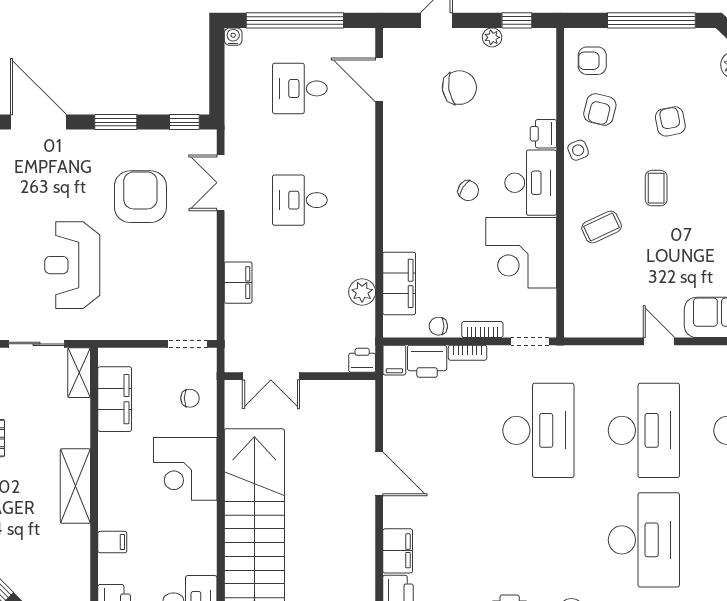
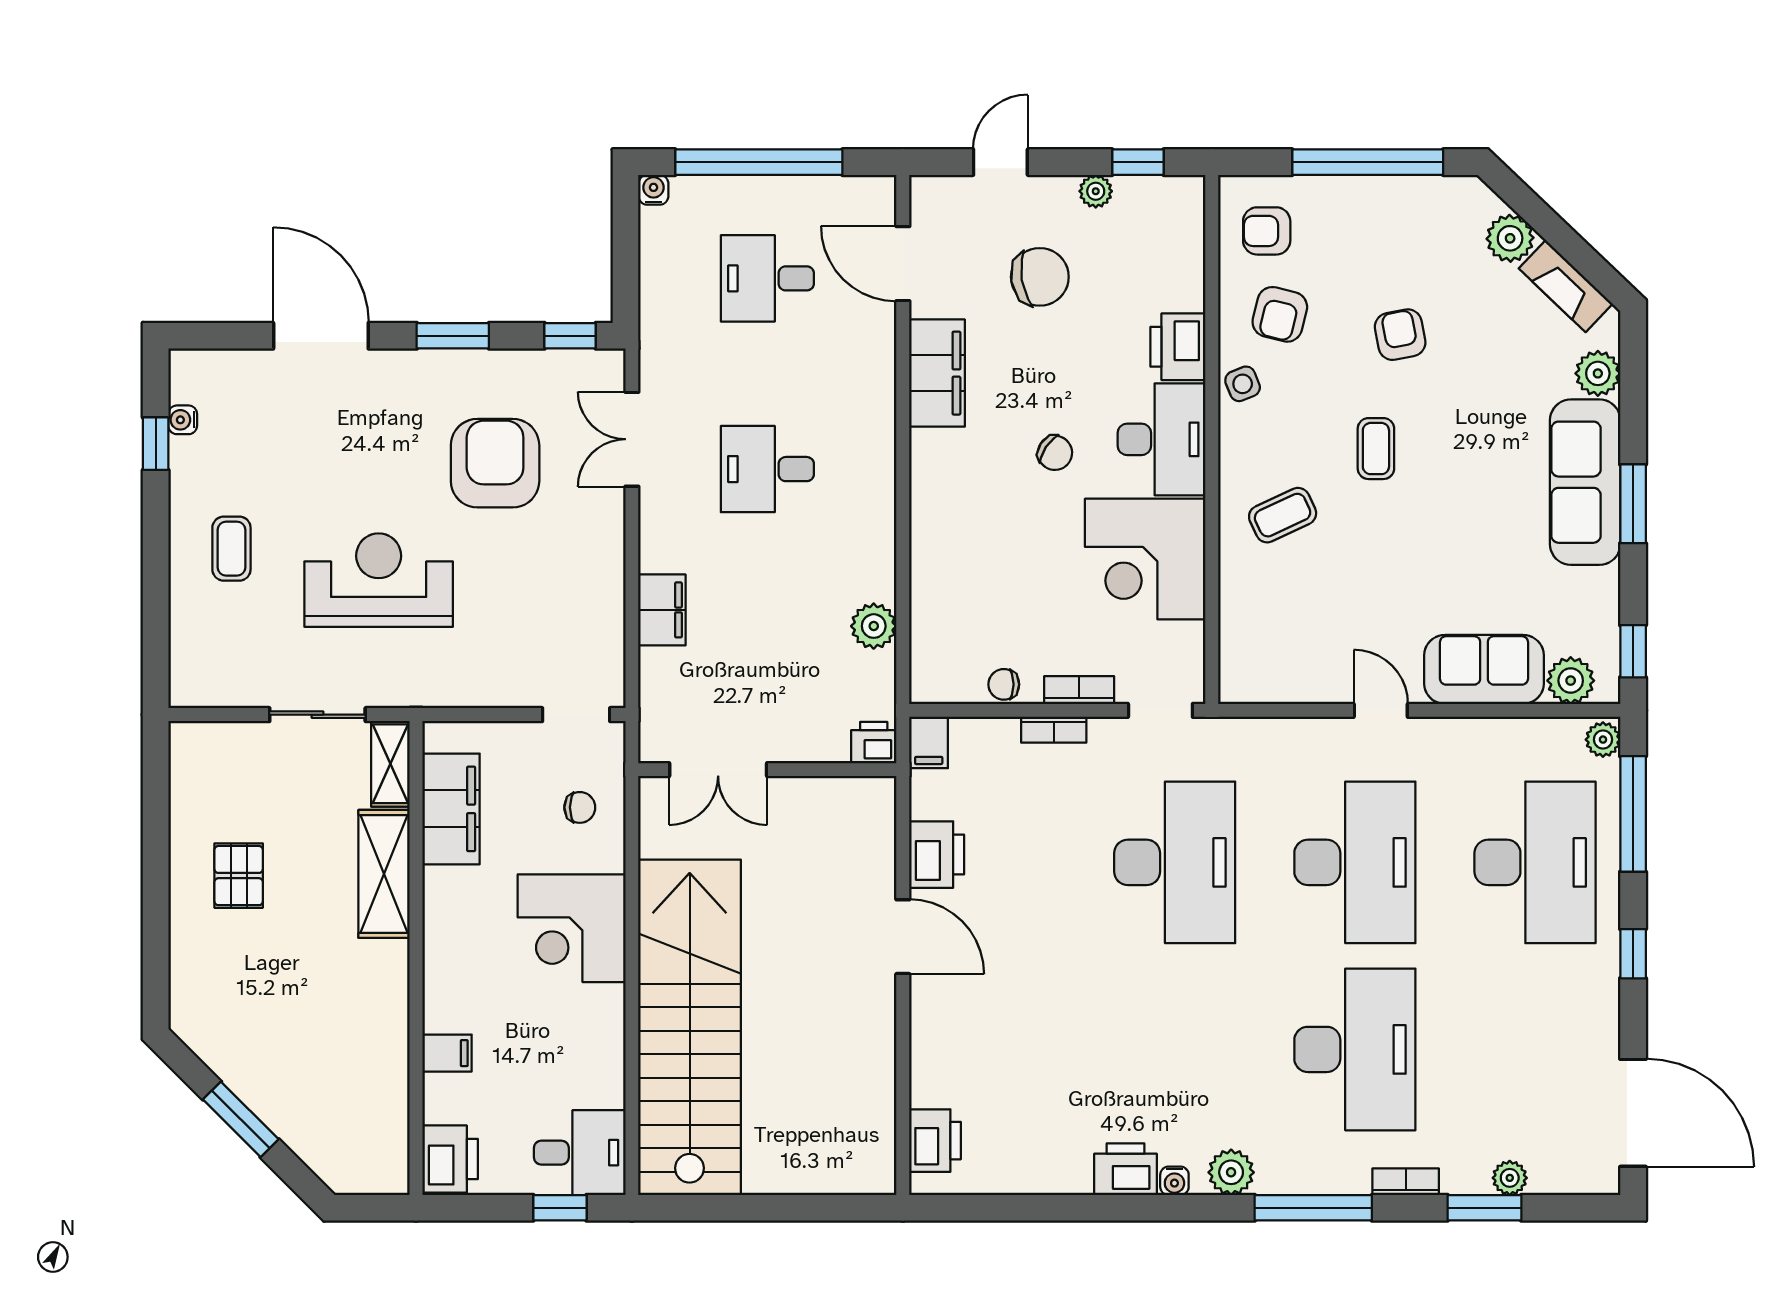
printer: (543, 134) -> (1178, 347), width x1.36, depth x1.24
reception desk: (72, 265) -> (379, 580), turned 90
filing cabinet: (399, 283) -> (937, 373), moved
printer: (427, 361) -> (937, 855), moved, turned -90
shelving: (75, 486) -> (384, 874), moved
filing cabinet: (398, 551) -> (934, 1068), removed

